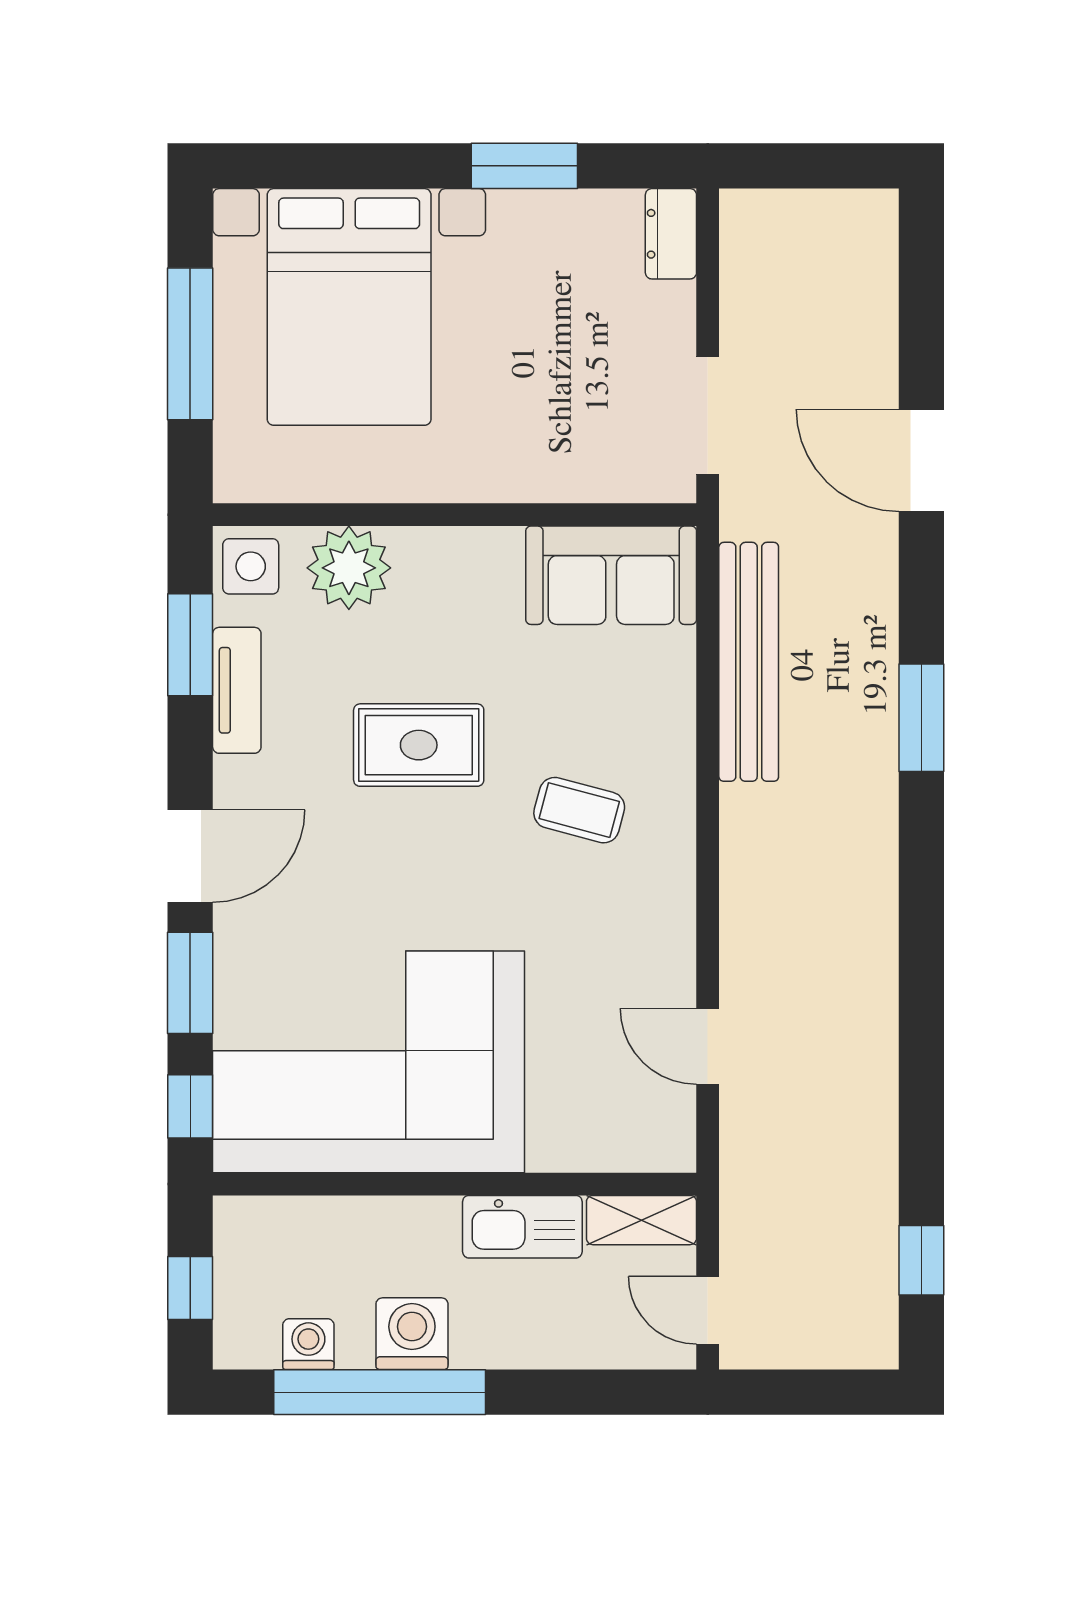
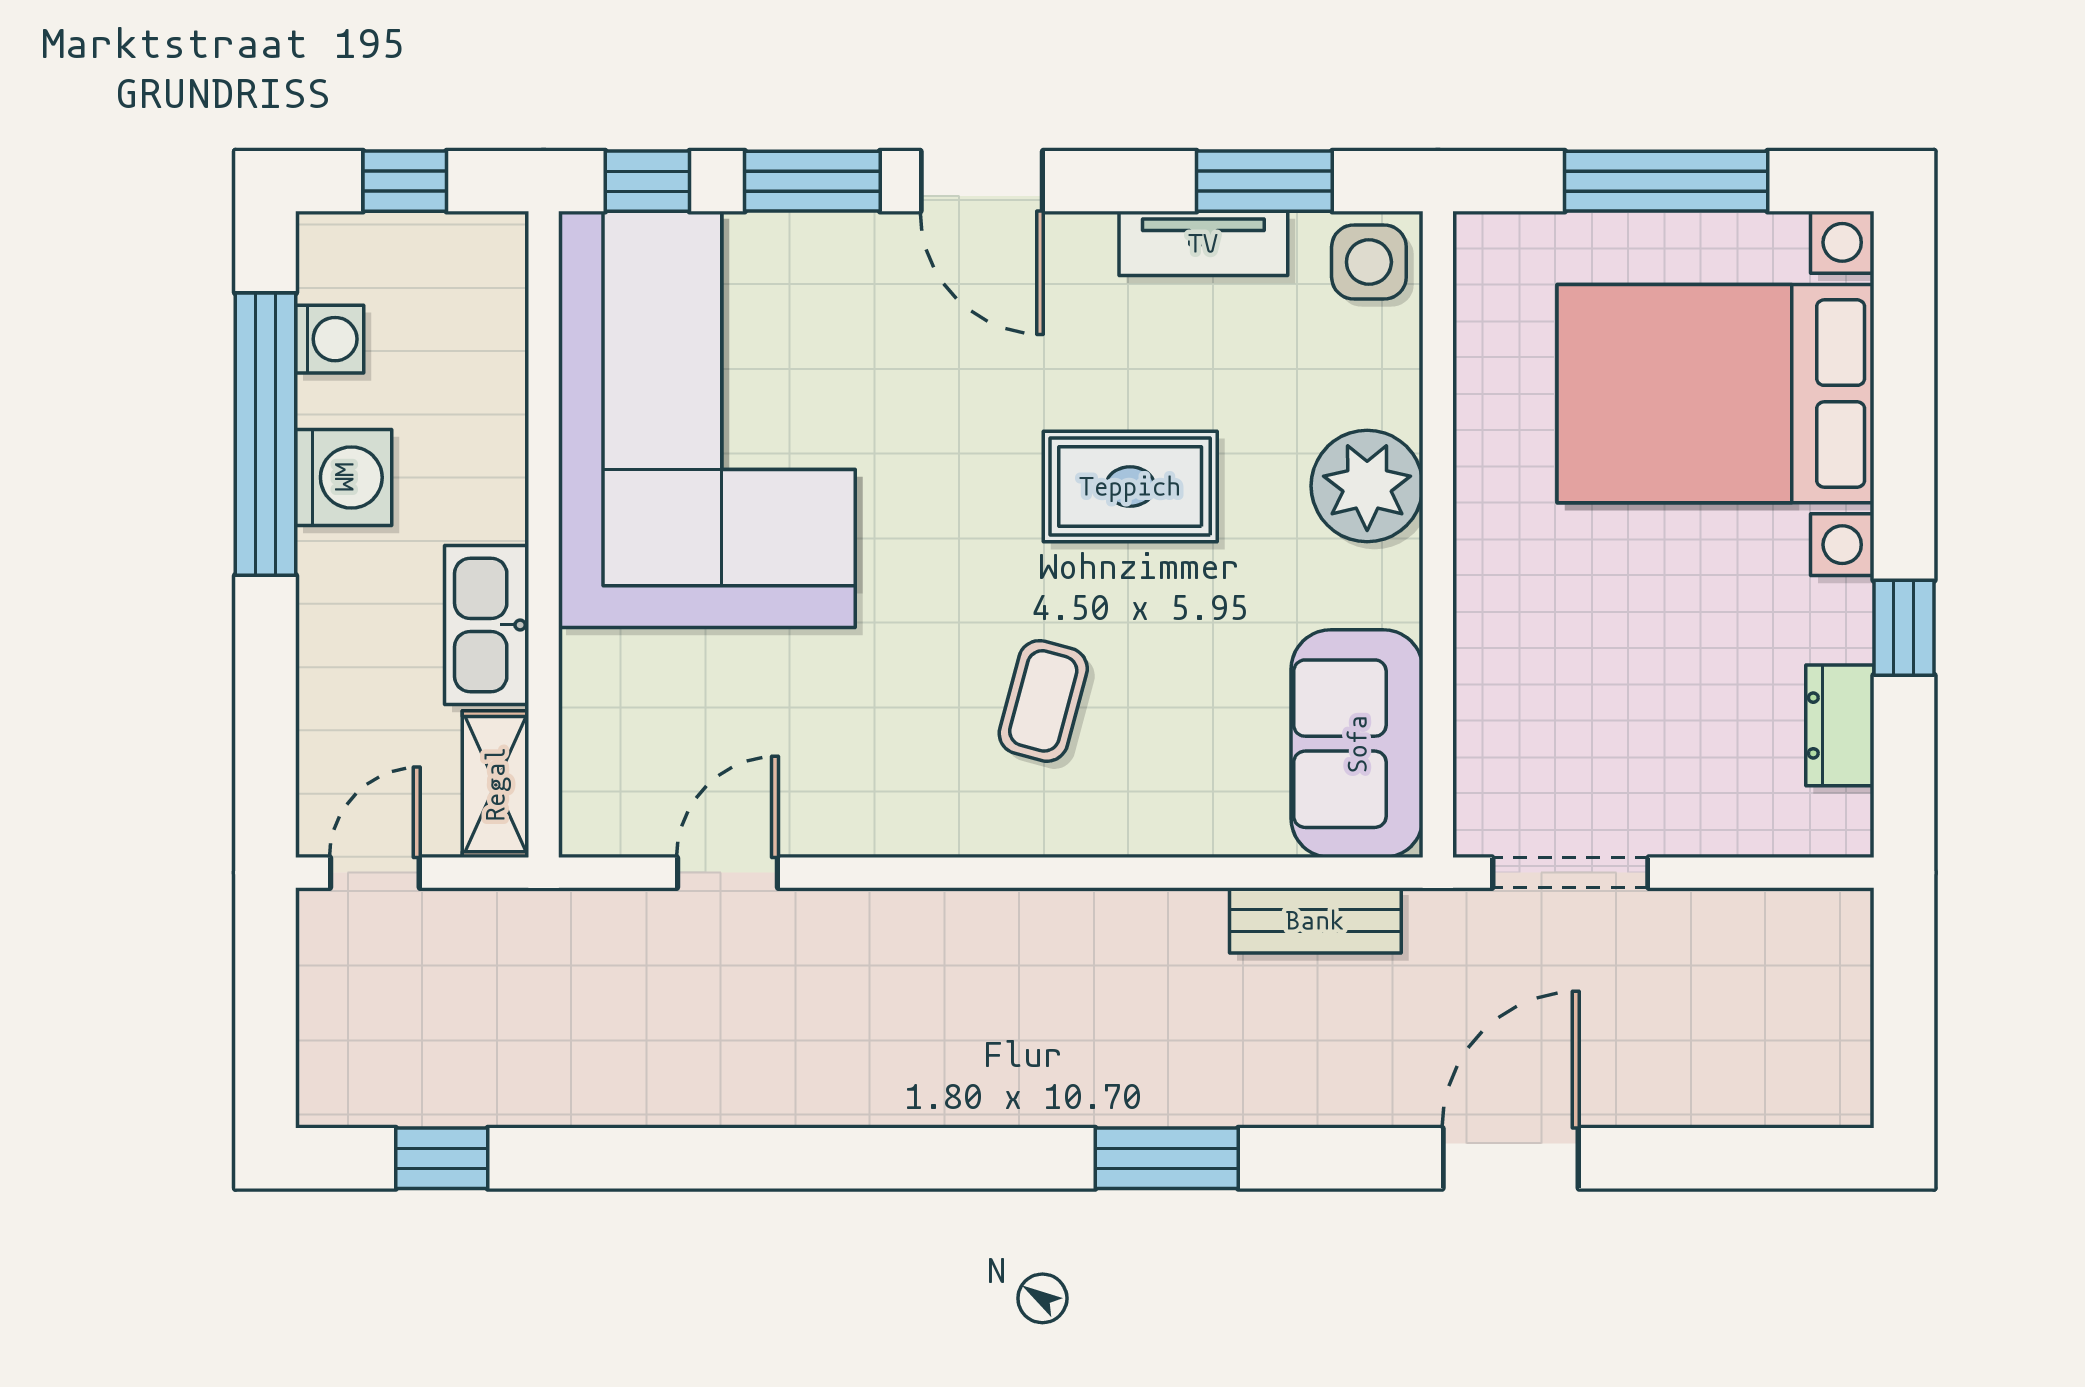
window: (524, 166) -> (1904, 628), width x0.67
dresser: (671, 234) -> (1840, 725), moved, turned -90
plant: (349, 568) -> (1367, 486), moved
bench: (749, 662) -> (1315, 920), width x0.54, depth x0.82
rug: (419, 745) -> (1130, 486), turned 90

